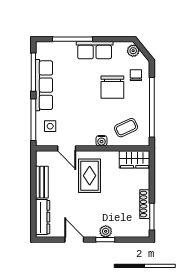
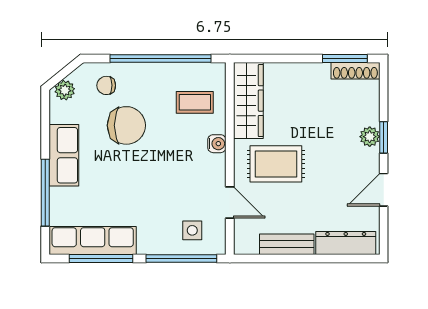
row of seats: (44, 85) -> (93, 241), moved
coffee table: (126, 128) -> (195, 102), turned -65
door: (67, 148) -> (230, 202), hinge flipped
wardrobe: (135, 159) -> (248, 101), width x1.50
shoe rack: (145, 204) -> (355, 71), moved

